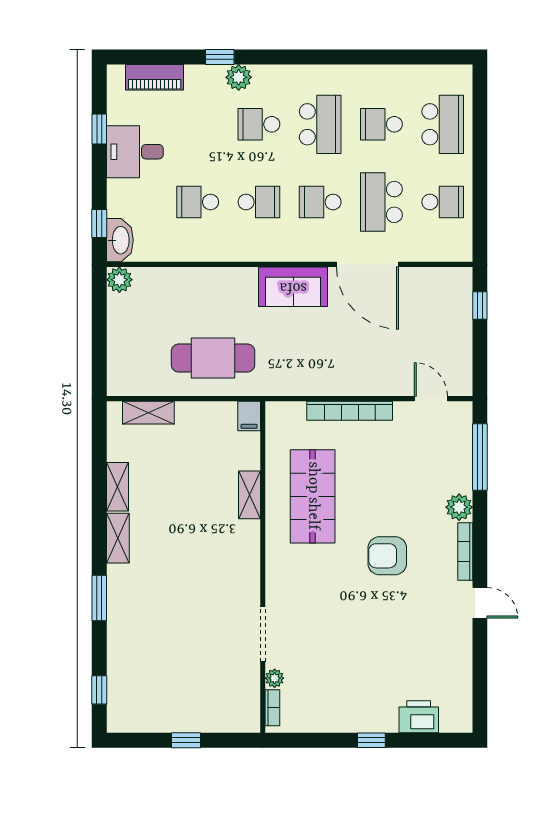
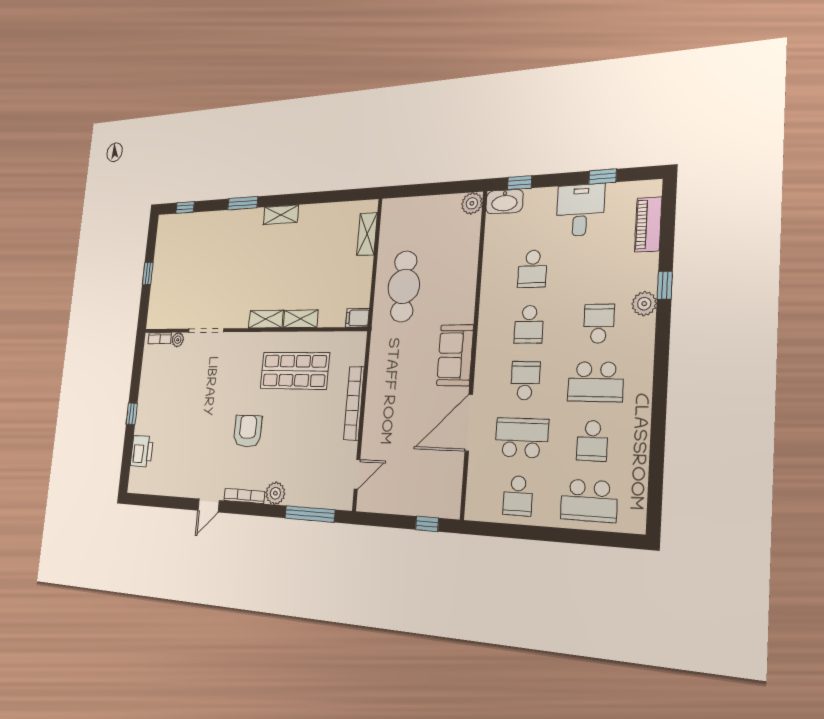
school desk: (381, 124) -> (592, 441), turned 180
school desk: (198, 202) -> (532, 269), turned 180
shelving: (118, 487) -> (266, 319), moved

